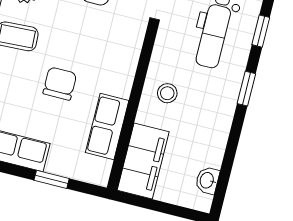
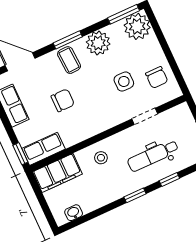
row of seats: (107, 127) -> (43, 149), moved
window: (52, 179) -> (20, 154), moved

